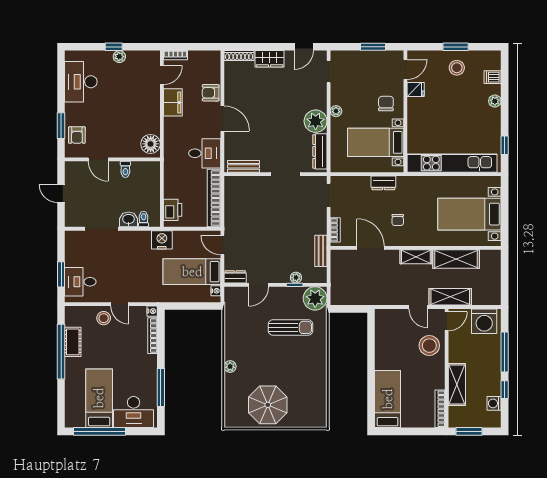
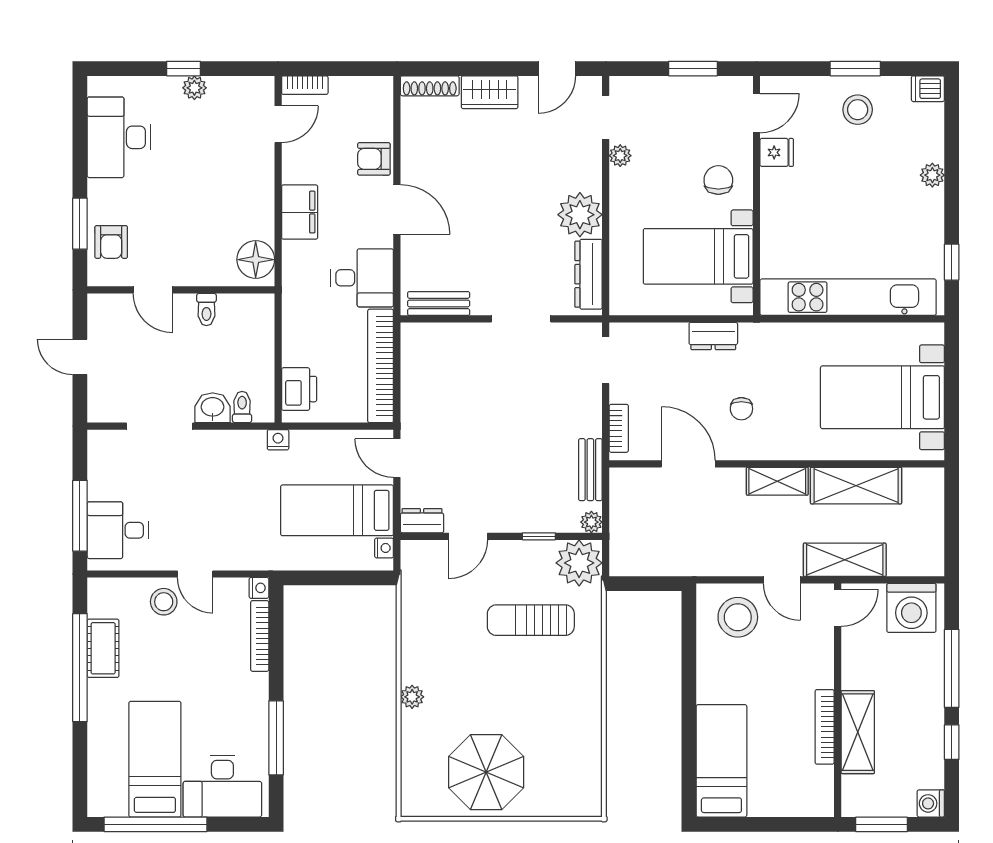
dishwasher: (493, 77) -> (928, 89), moved
filing cabinet: (173, 102) -> (300, 212), moved
plant: (336, 111) -> (620, 156), moved
nightstand: (162, 240) -> (278, 440), width x0.53, depth x0.56
window: (61, 274) -> (80, 516), width x1.44
plant: (296, 278) -> (591, 522), moved
sun lounger: (291, 327) -> (531, 620), turned 180
stool: (429, 346) -> (738, 617), moved
washing machine: (494, 403) -> (931, 803), moved
bookcase: (440, 409) -> (825, 727), moved

